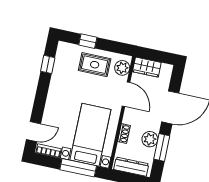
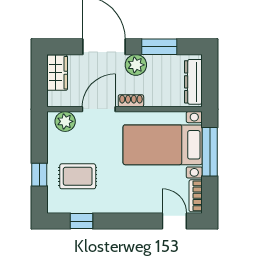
rug: (95, 65) -> (78, 176), moved, turned 90
wardrobe: (147, 67) -> (57, 73), moved
shoe rack: (124, 134) -> (131, 101), moved
plant: (150, 139) -> (136, 65), moved

